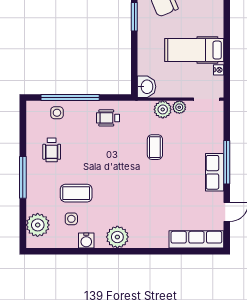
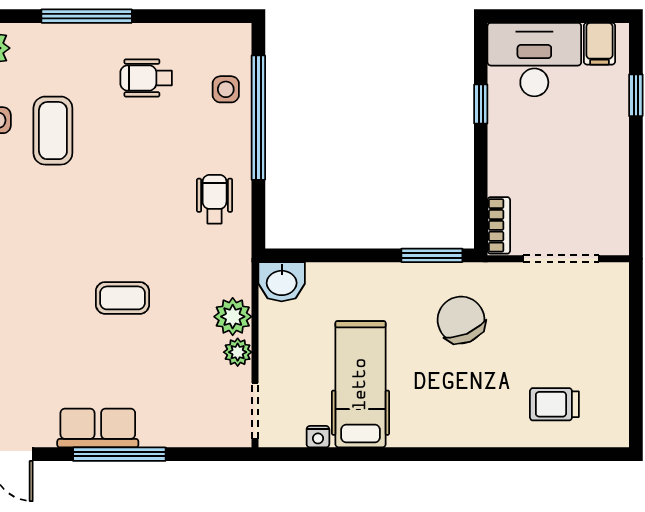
coffee table: (155, 147) -> (122, 298), moved

